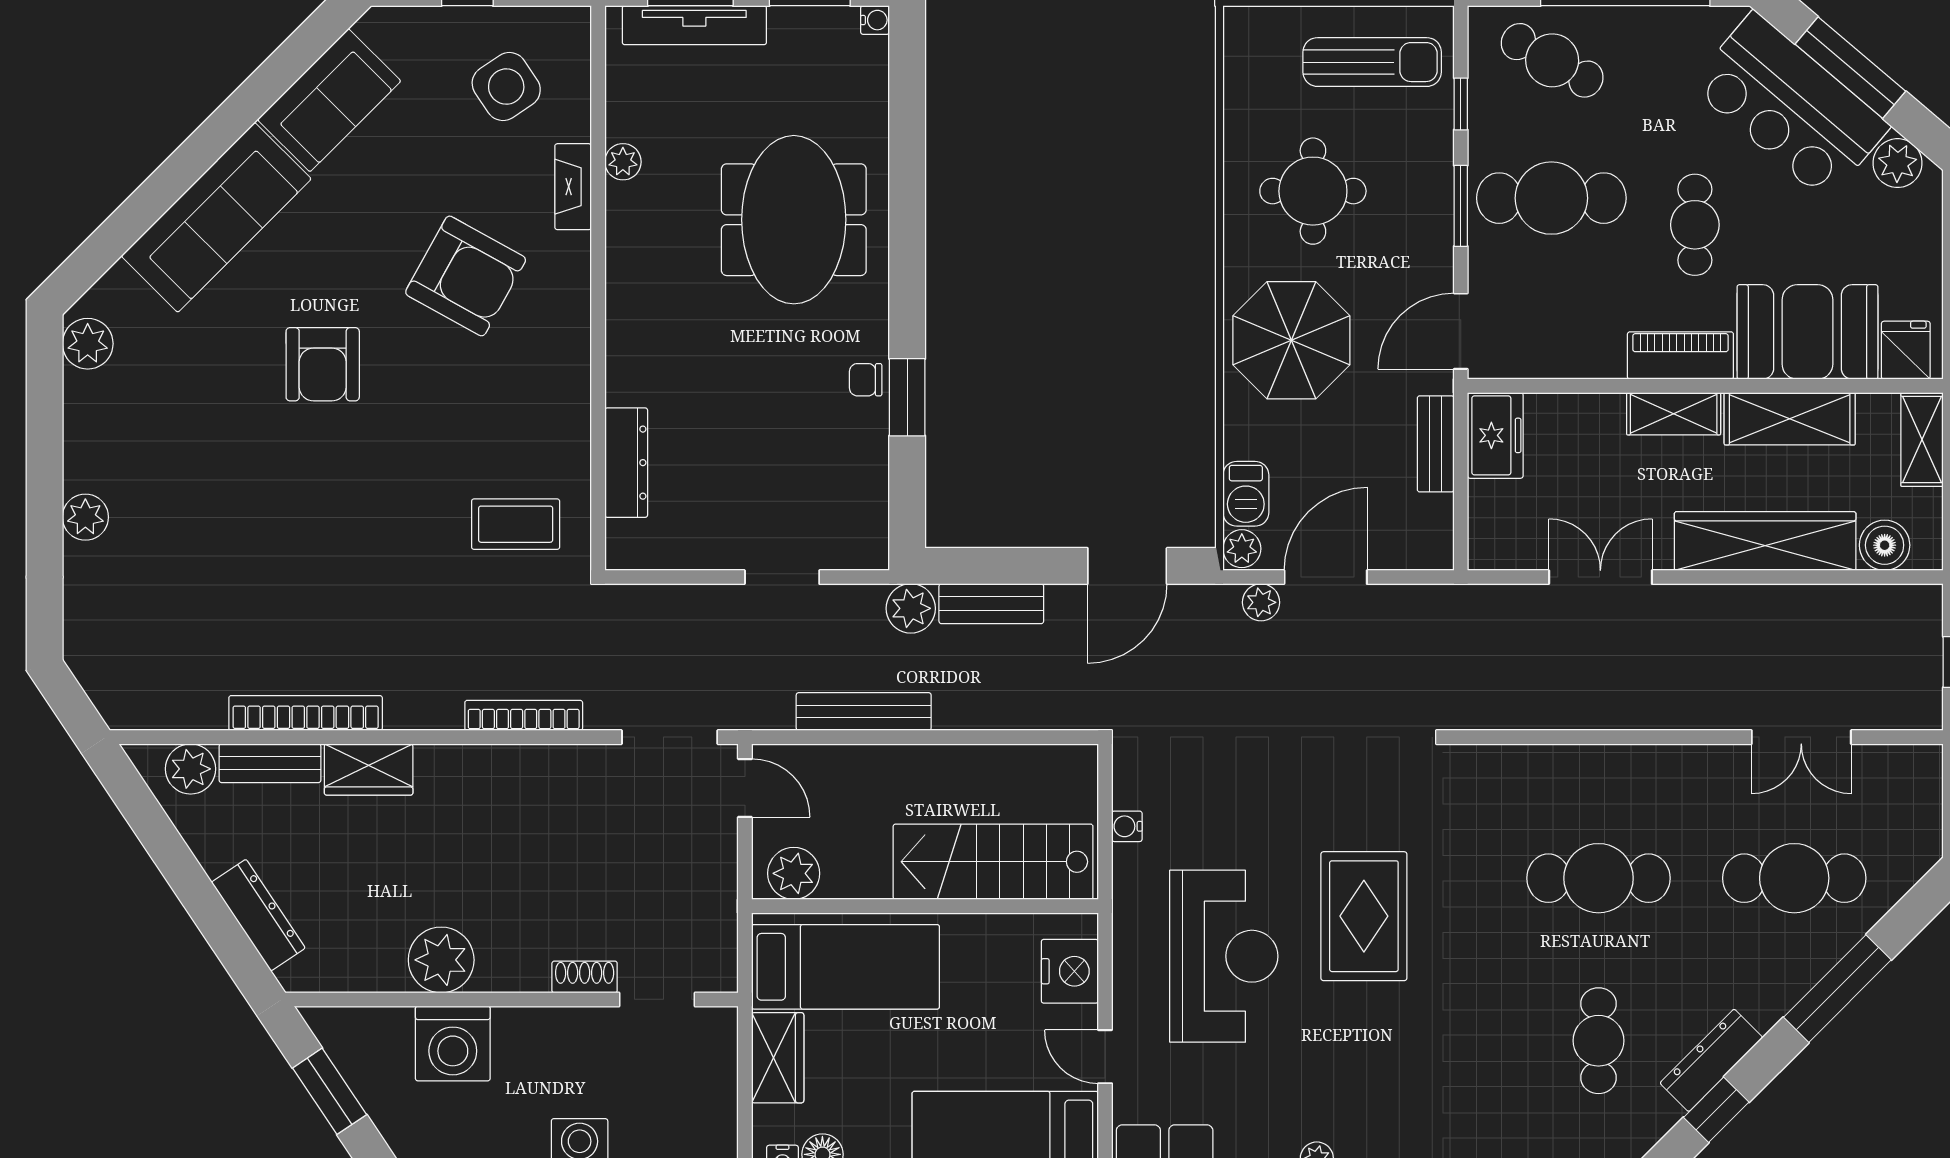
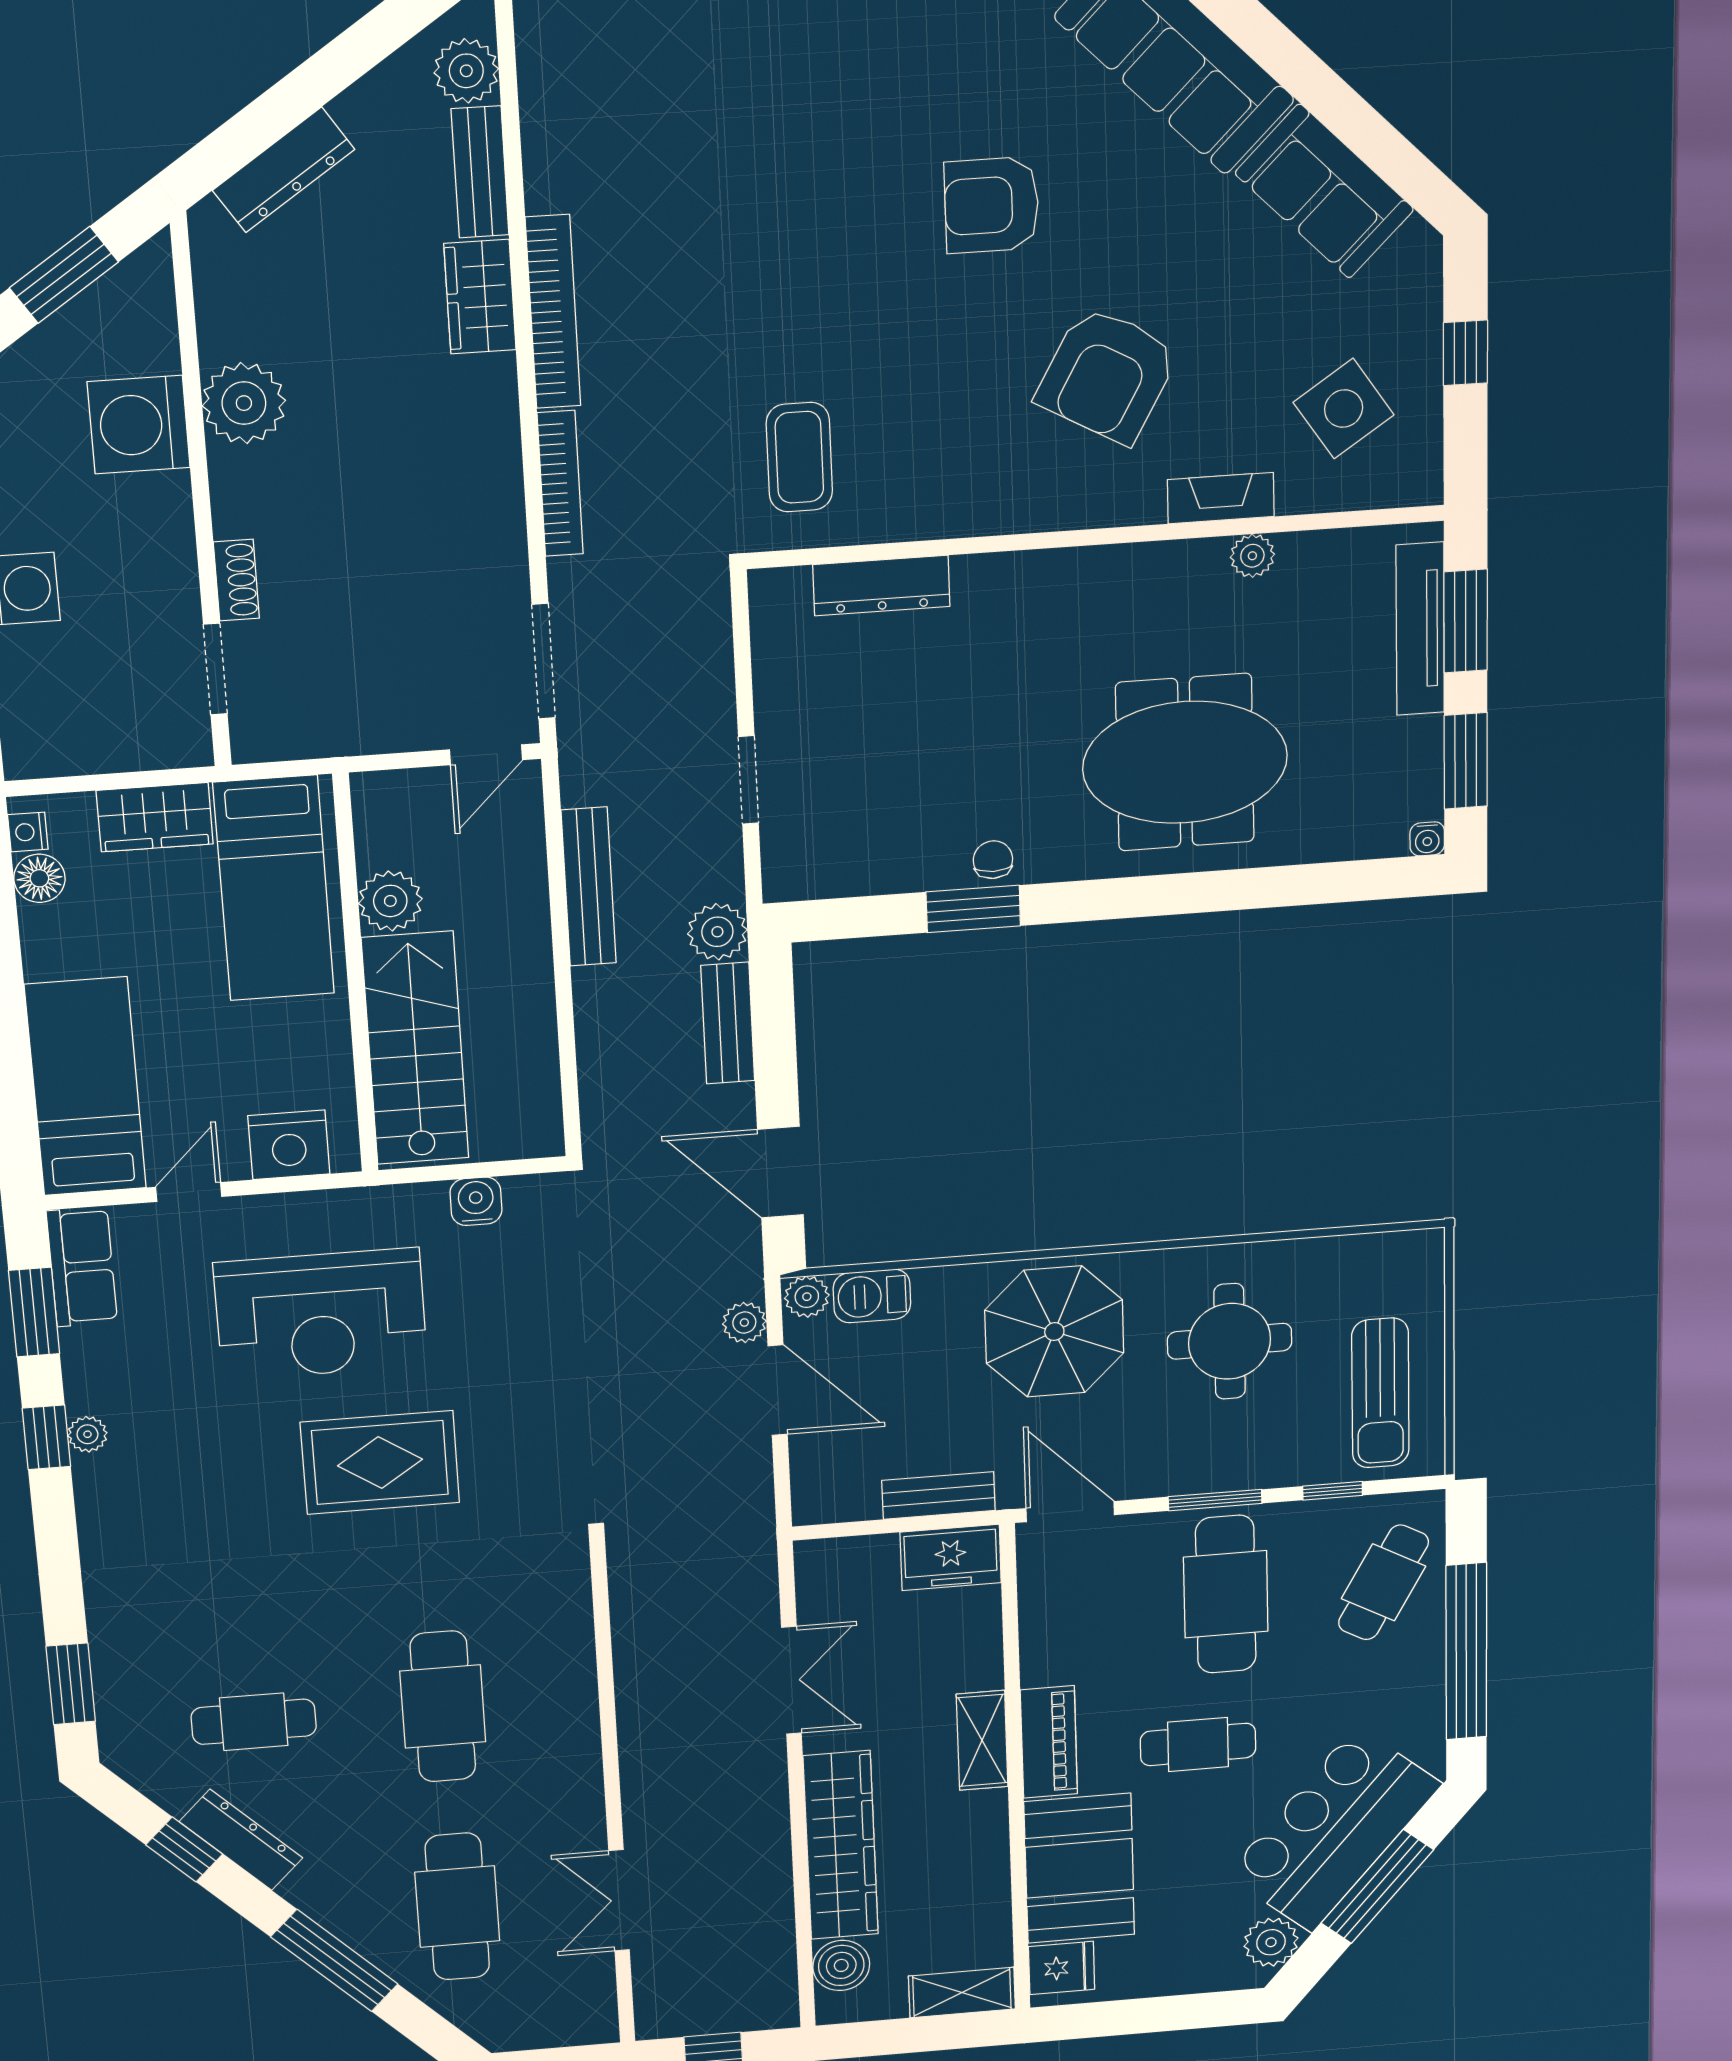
shelving: (1790, 419) -> (981, 1859), removed
bookcase: (306, 713) -> (553, 312), moved
water cooler: (1127, 826) -> (476, 1201), width x1.38, depth x1.38
plant: (794, 873) -> (390, 901), moved

